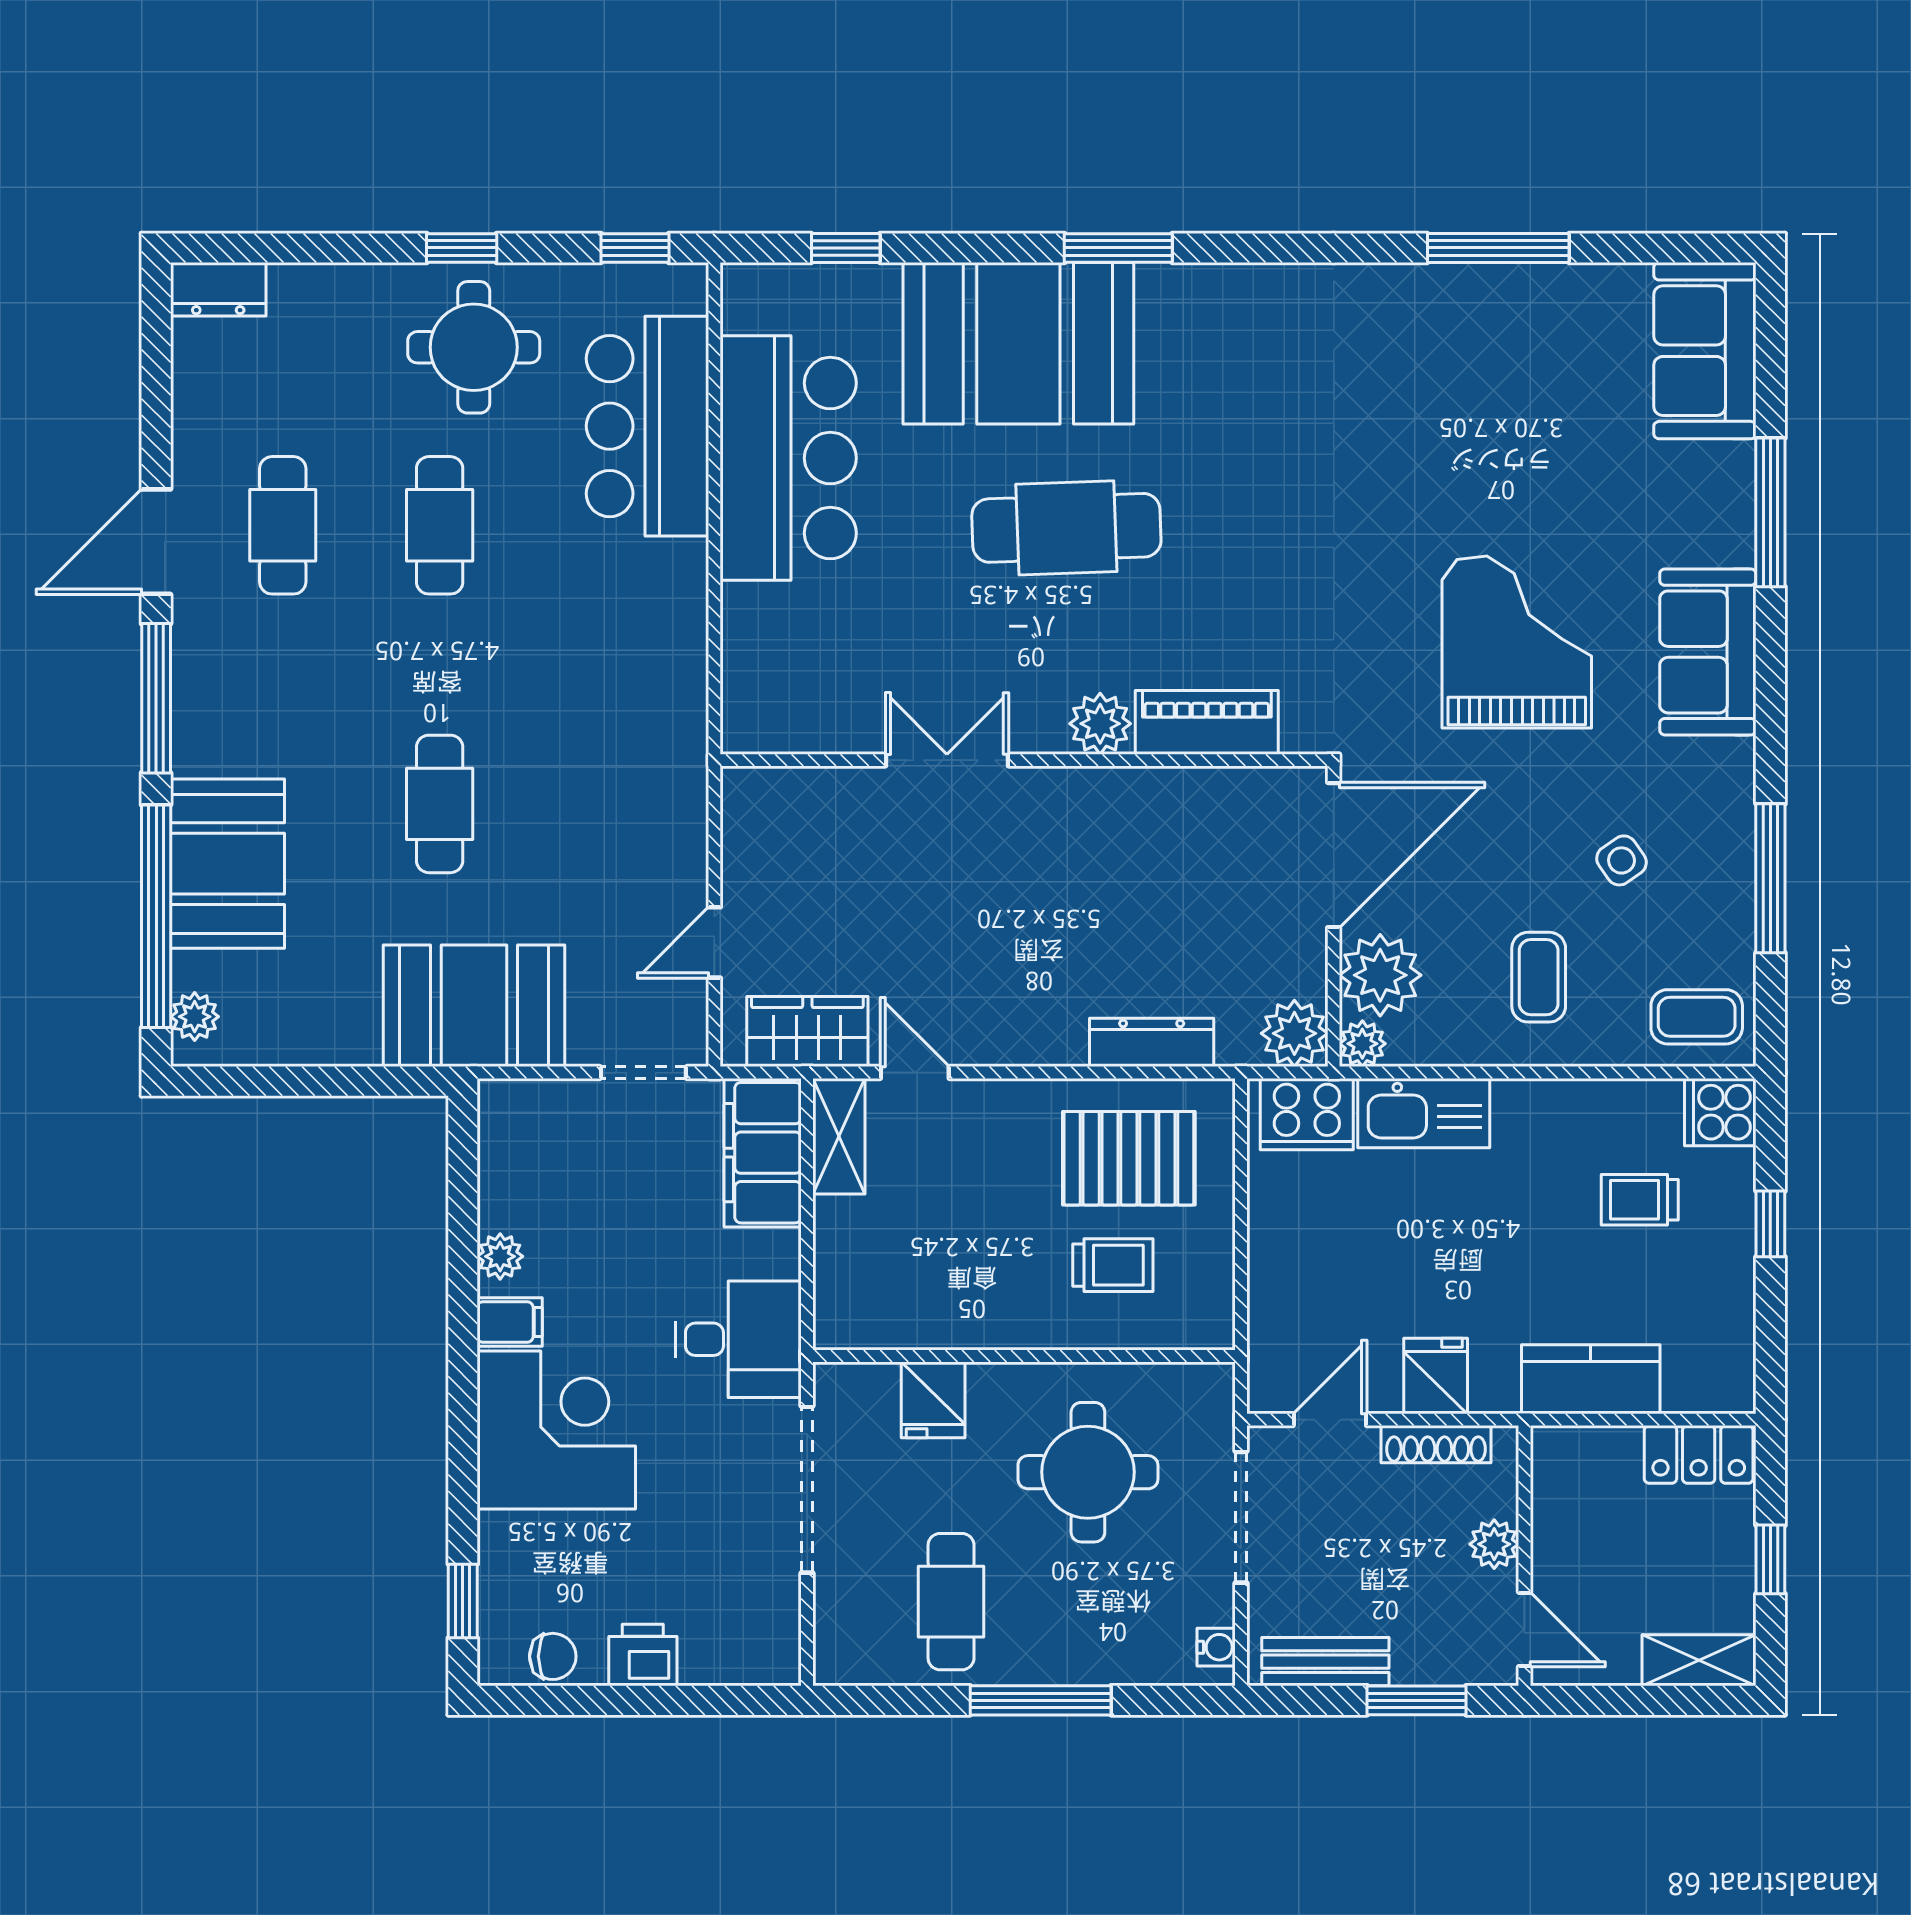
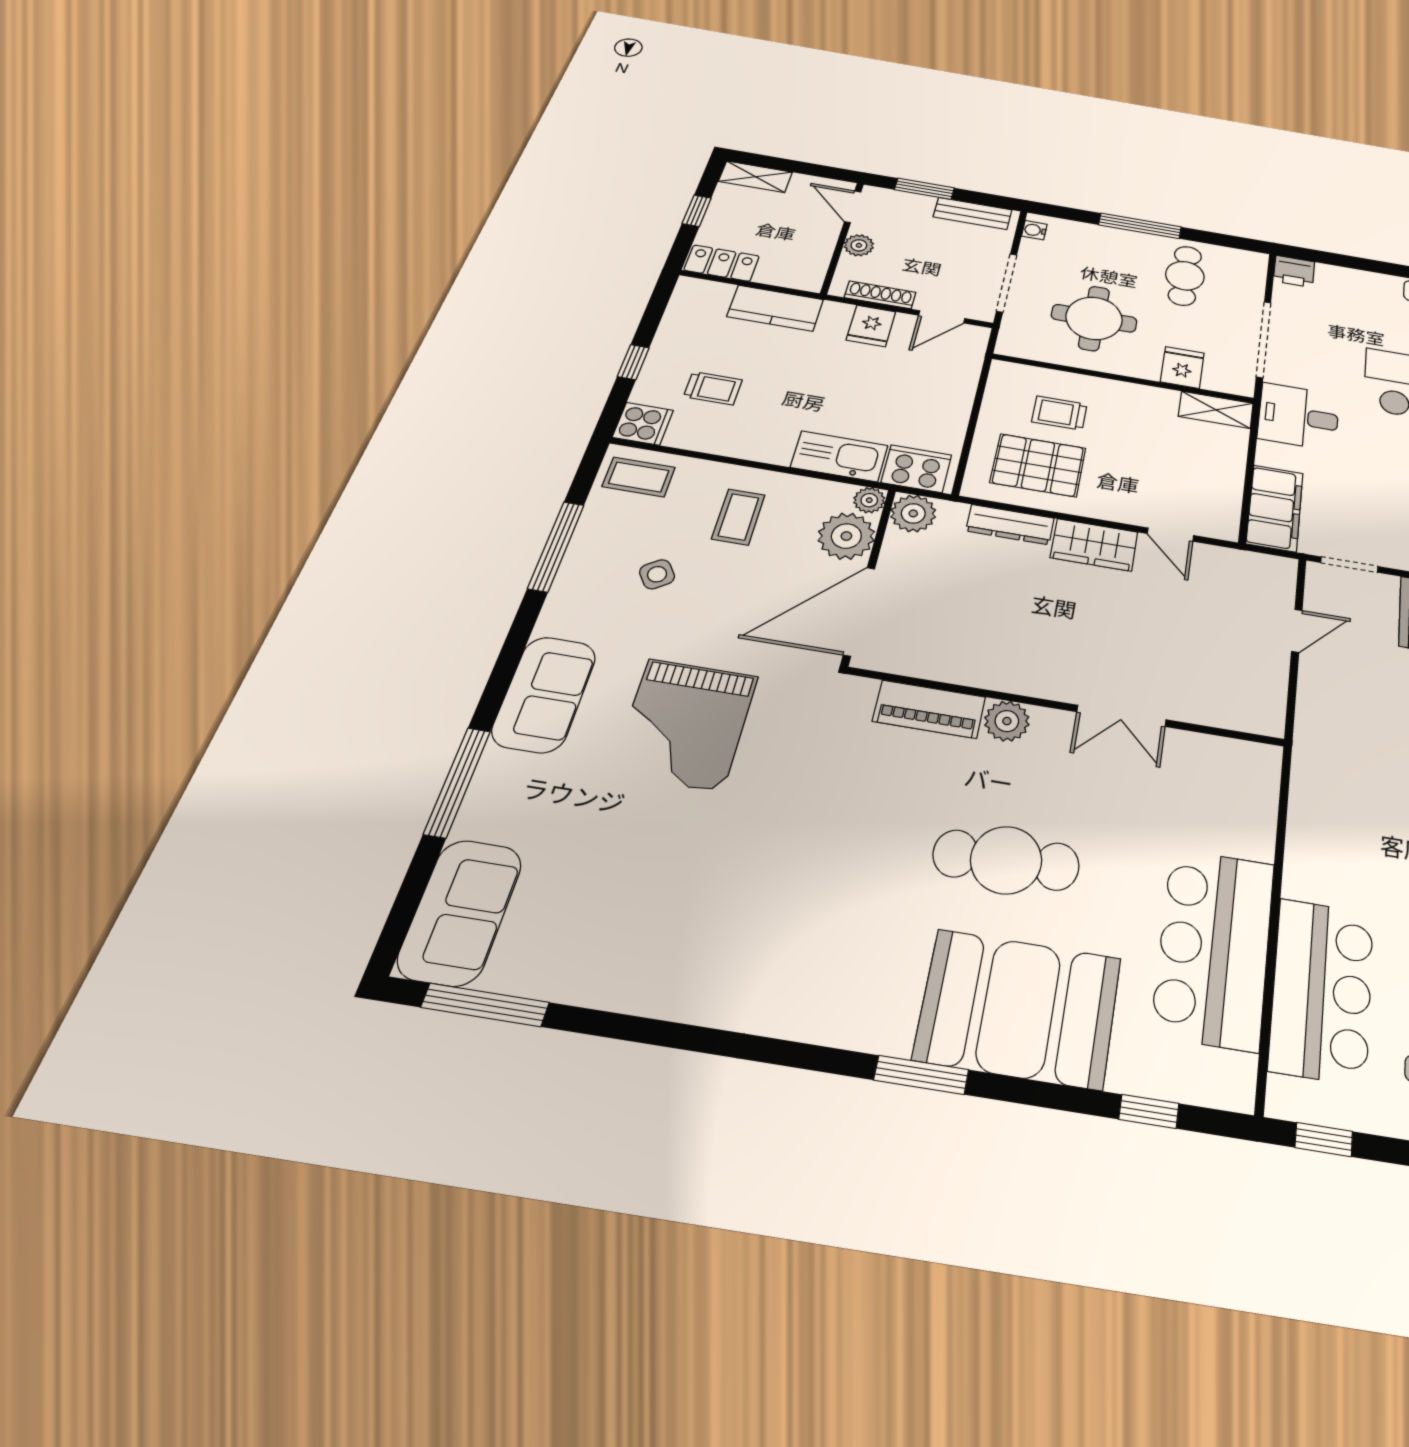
window: (1498, 248) -> (485, 1005), moved
wardrobe: (807, 1032) -> (1094, 545), moved
shelving: (839, 1136) -> (1216, 410), moved, turned 90
printer: (643, 1655) -> (1294, 271), moved

